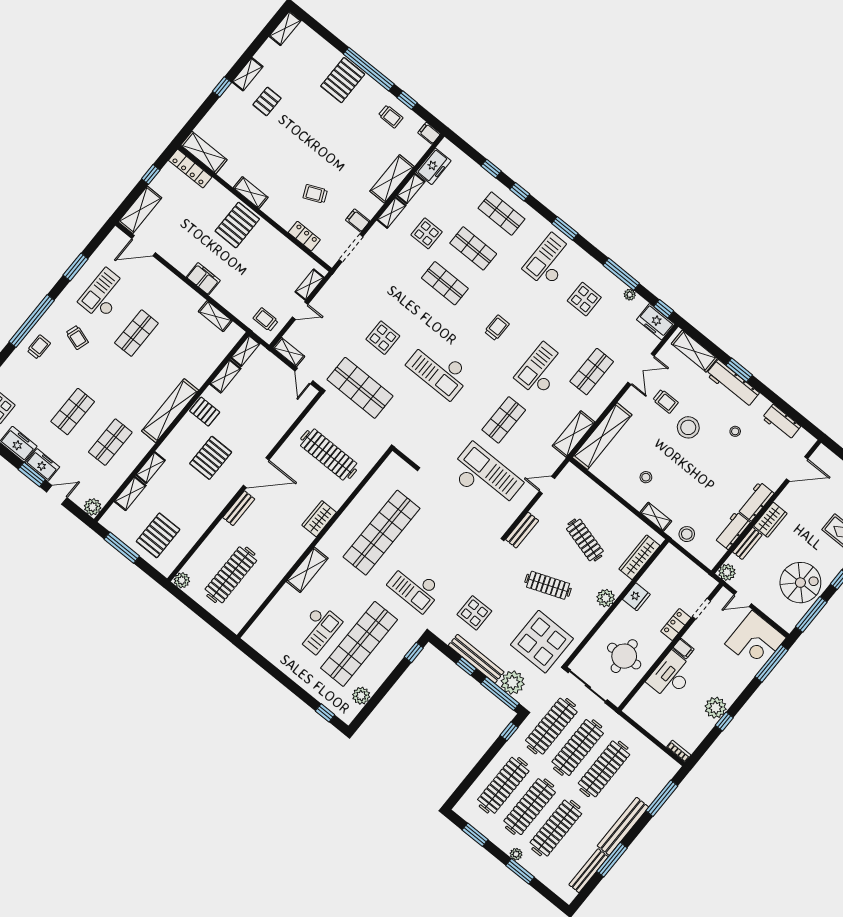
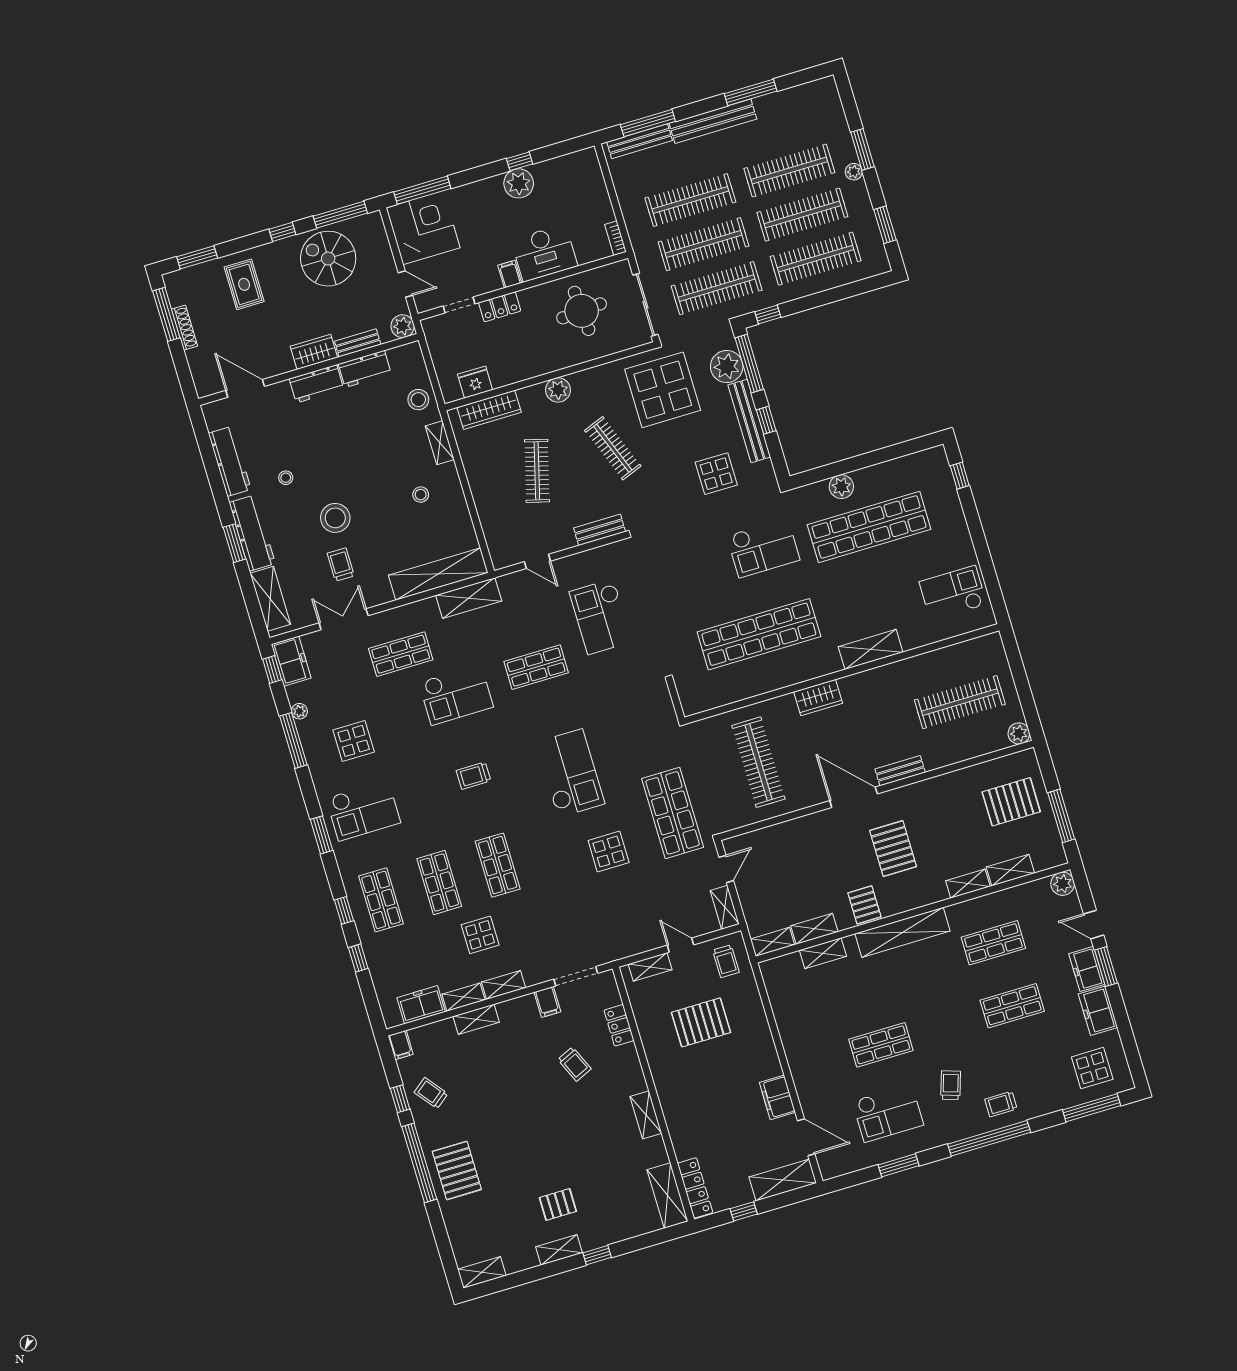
pallet: (343, 80) -> (457, 1170), turned 90
trolley: (391, 117) -> (431, 1093), turned -38
shelving: (392, 179) -> (476, 1019), width x0.67, depth x0.75
pallet: (237, 225) -> (701, 1022), moved
filing cabinet: (203, 279) -> (777, 1097), moved
shelving: (215, 316) -> (823, 953), moved, turned 90
workbench: (781, 422) -> (230, 461), width x1.38
pallet: (211, 458) -> (893, 849), turned 90
checkout: (485, 478) -> (601, 617), width x0.73, depth x0.83
checkout: (415, 587) -> (763, 548), turned 90
fridge: (636, 597) -> (475, 382), moved
checkout: (318, 629) -> (953, 593), moved
window: (414, 652) -> (814, 476), removed
plant: (361, 696) -> (841, 487), moved
bookcase: (679, 751) -> (615, 238), moved
bench: (589, 871) -> (640, 141), moved

